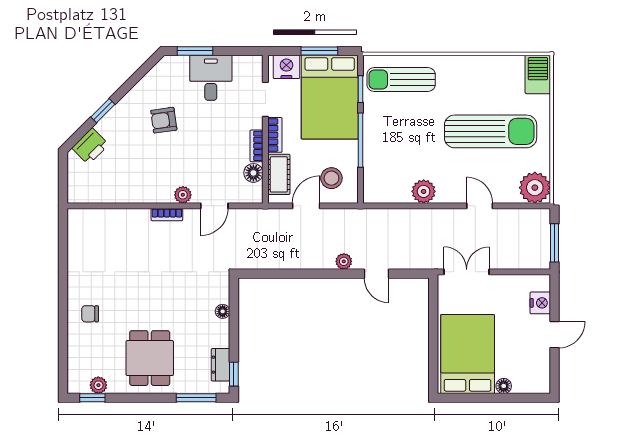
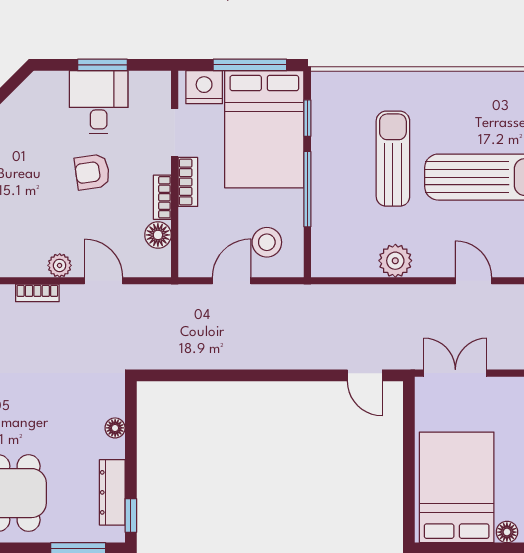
window: (195, 51) -> (102, 65), moved
window: (319, 51) -> (250, 65), width x1.44
sun lounger: (401, 79) -> (393, 159), moved, turned 90
armchair: (164, 120) -> (92, 172), moved
cot: (279, 174) -> (193, 237), removed
door: (214, 206) -> (104, 281), swing flipped
plant: (344, 261) -> (284, 358), removed
door: (376, 274) -> (365, 375), moved
dresser: (221, 365) -> (112, 492), width x1.44

